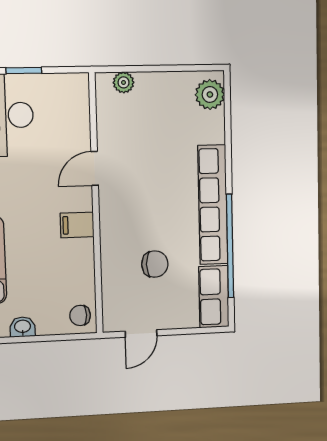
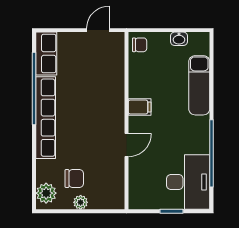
plant: (124, 82) -> (81, 202), moved
chair: (155, 264) -> (74, 179), moved, turned 180

